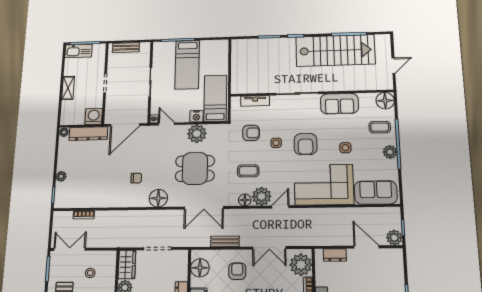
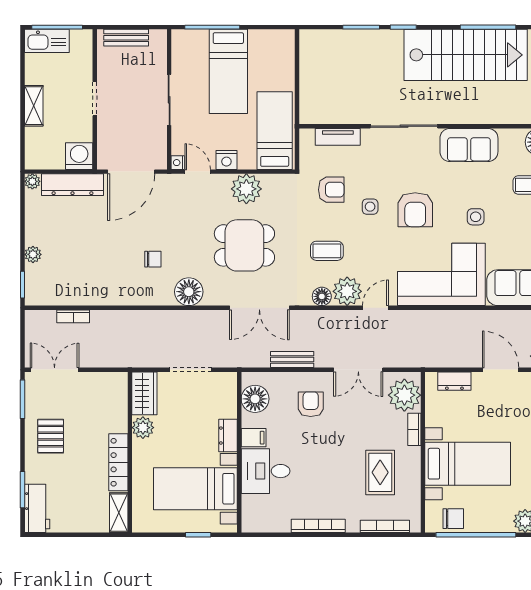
nightstand: (196, 116) -> (226, 160), moved
stool: (90, 273) -> (89, 406), removed

